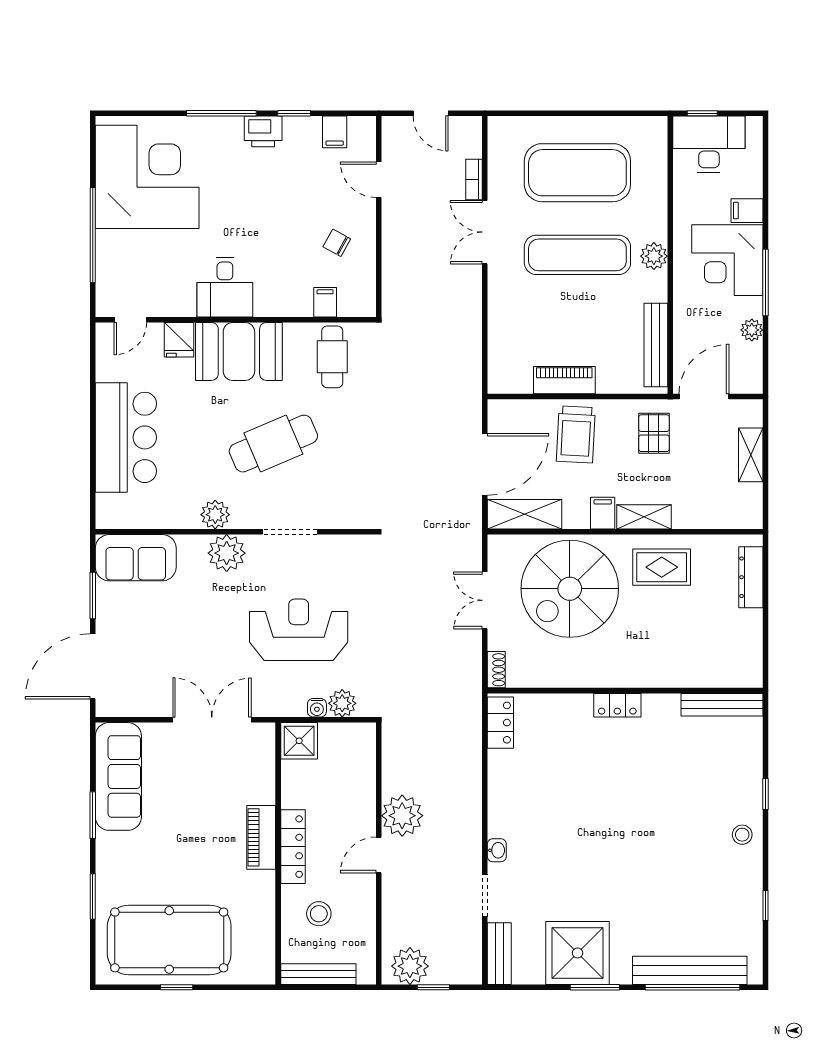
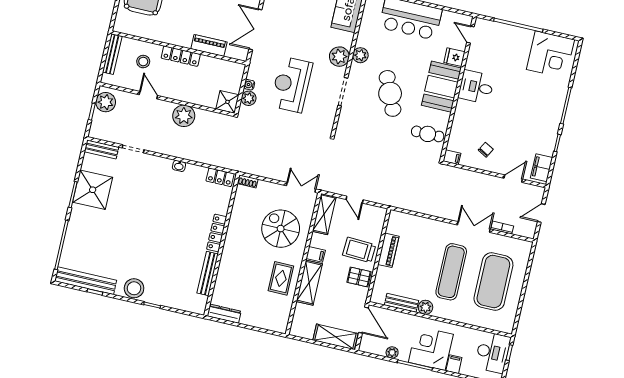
printer: (263, 131) -> (552, 125), removed
filing cabinet: (335, 132) -> (542, 168), width x2.00
corner desk: (147, 177) -> (551, 55), width x0.74, depth x0.74
plant: (654, 256) -> (425, 307), moved
filing cabinet: (325, 302) -> (452, 157), moved
bench: (656, 345) -> (401, 303), width x0.73
pallet: (654, 433) -> (359, 277), moved
shelving: (751, 455) -> (335, 337), width x1.50, depth x1.33
door: (485, 464) -> (355, 200), width x0.53
shelving: (644, 517) -> (309, 283), width x1.50, depth x1.33
dresser: (751, 577) -> (224, 314), moved
spiral stairs: (570, 589) -> (281, 229), width x0.73, depth x0.73
double door: (485, 600) -> (301, 187), moved
reception desk: (299, 630) -> (291, 85), turned 180
locker: (617, 705) -> (217, 233), width x1.53
bench: (722, 705) -> (208, 274), moved
double door: (212, 720) -> (255, 29), swing flipped
shower: (299, 741) -> (227, 102), moved
stool: (742, 835) -> (134, 288), width x1.89, depth x1.89
piano: (261, 837) -> (209, 45), moved
washbasin: (497, 850) -> (179, 166), moved
door: (379, 855) -> (148, 95), moved
bench: (690, 970) -> (86, 281), moved, turned 90

